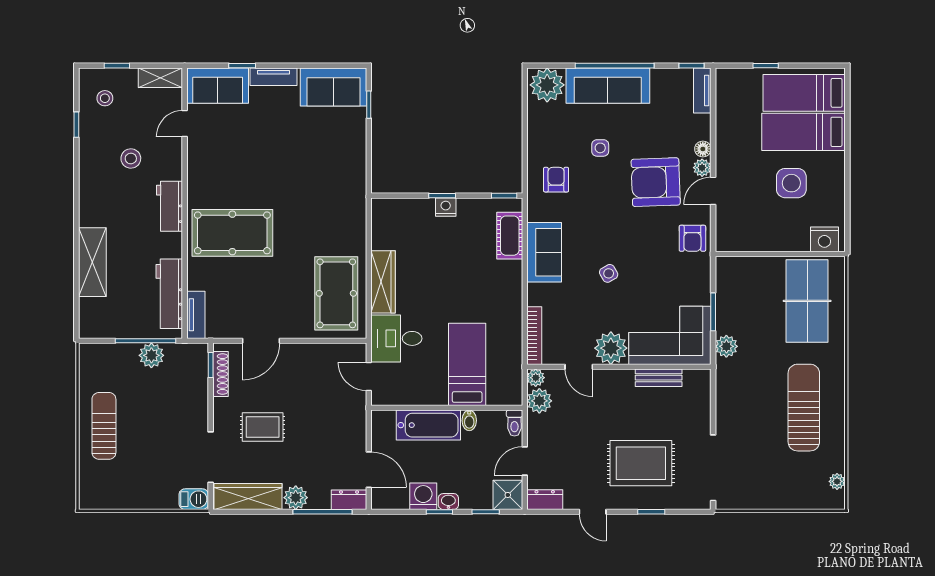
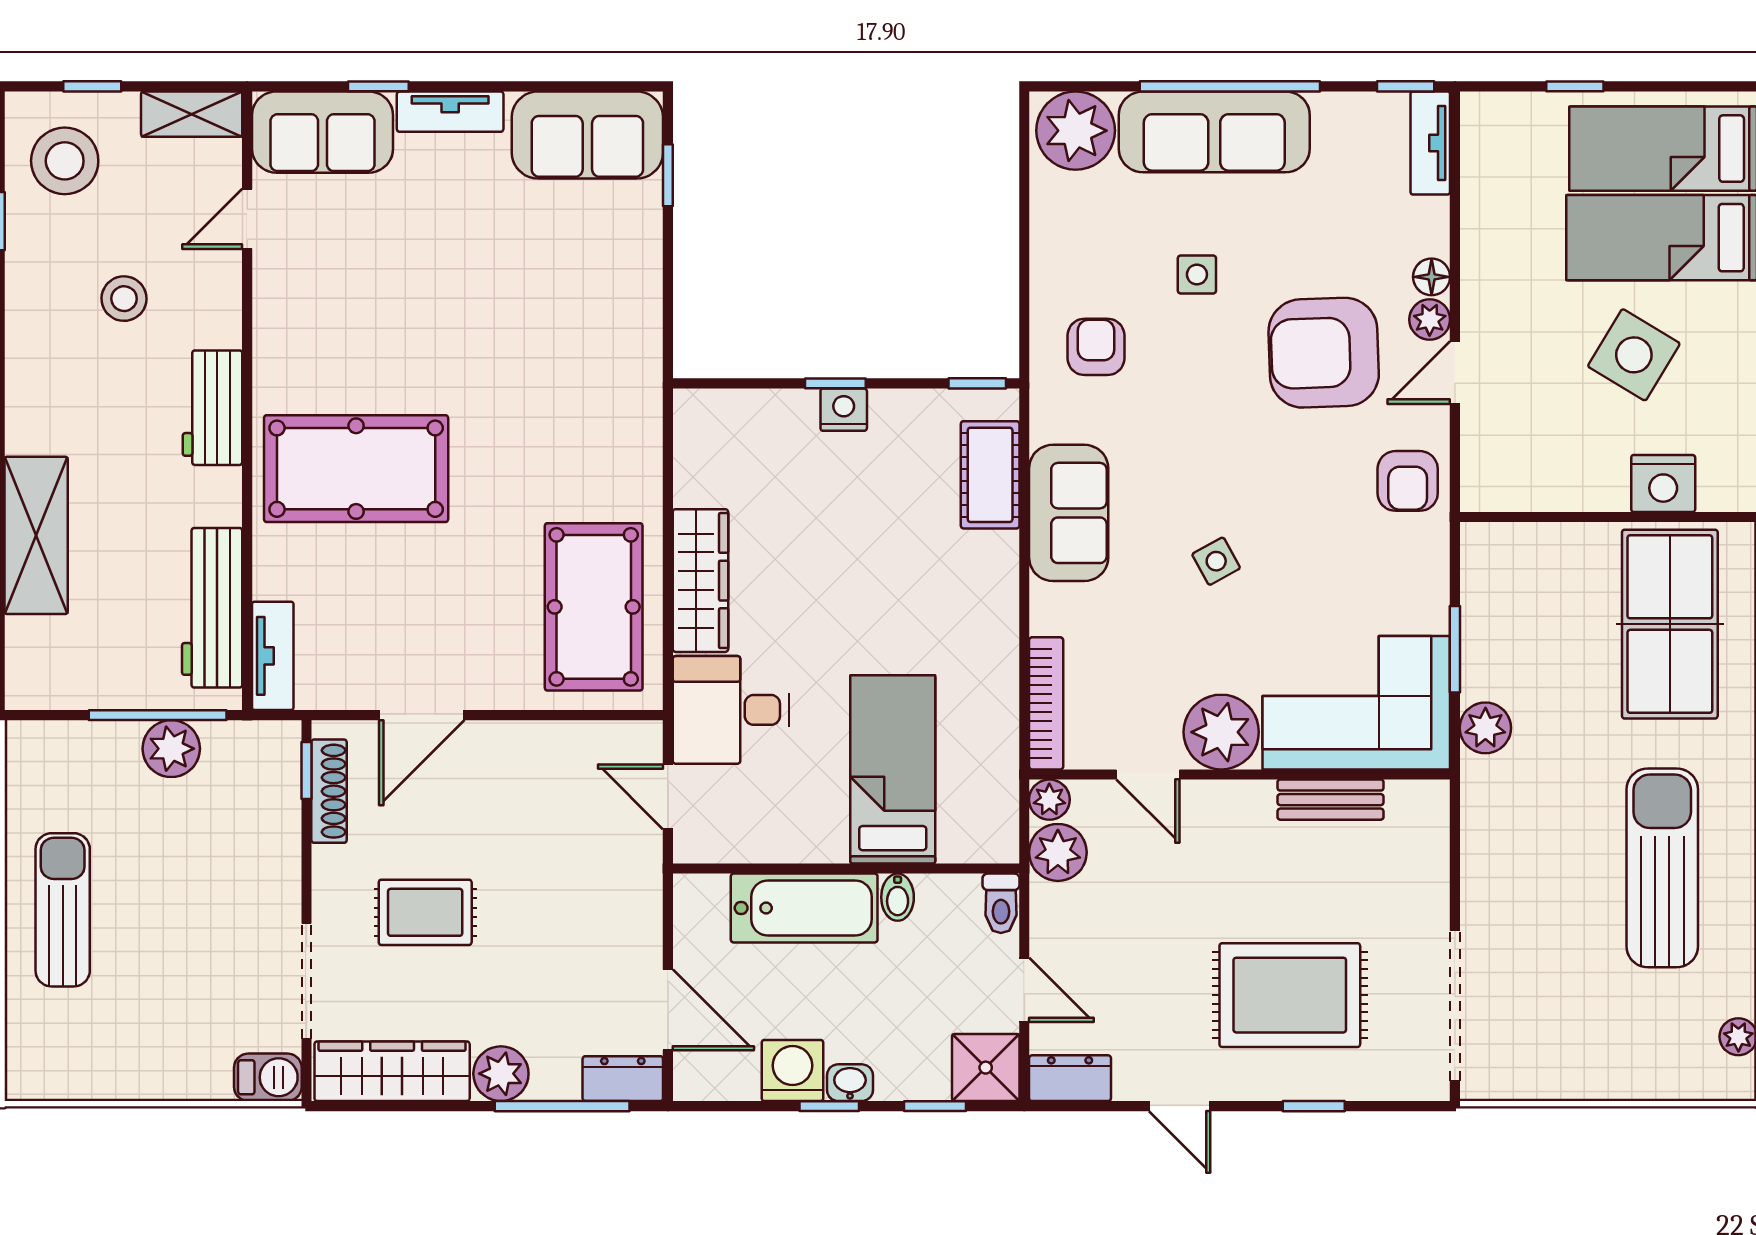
stool: (105, 98) -> (65, 161), width x1.89, depth x1.89
side table: (791, 183) -> (1634, 355), turned 31
nightstand: (824, 239) -> (1663, 483), moved
door: (525, 461) -> (1024, 990), swing flipped

